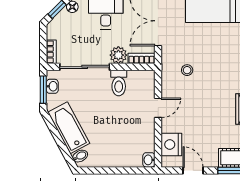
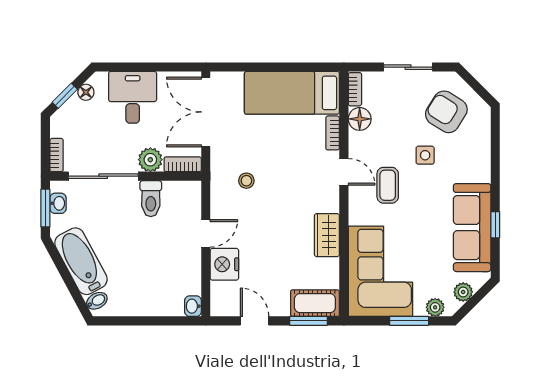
nightstand: (171, 145) -> (224, 264), moved

